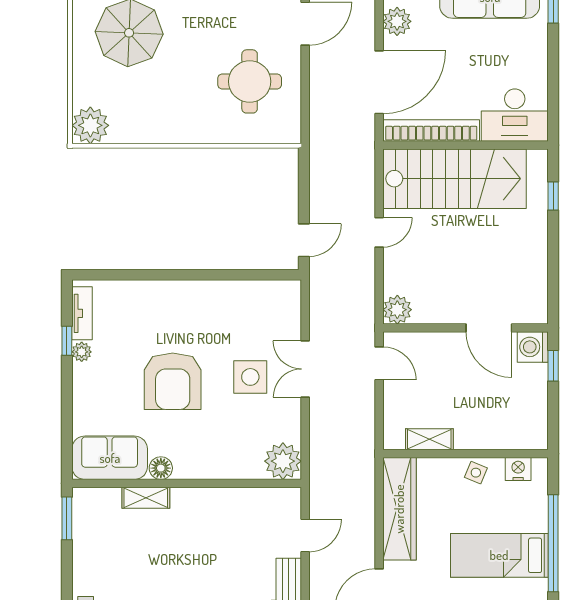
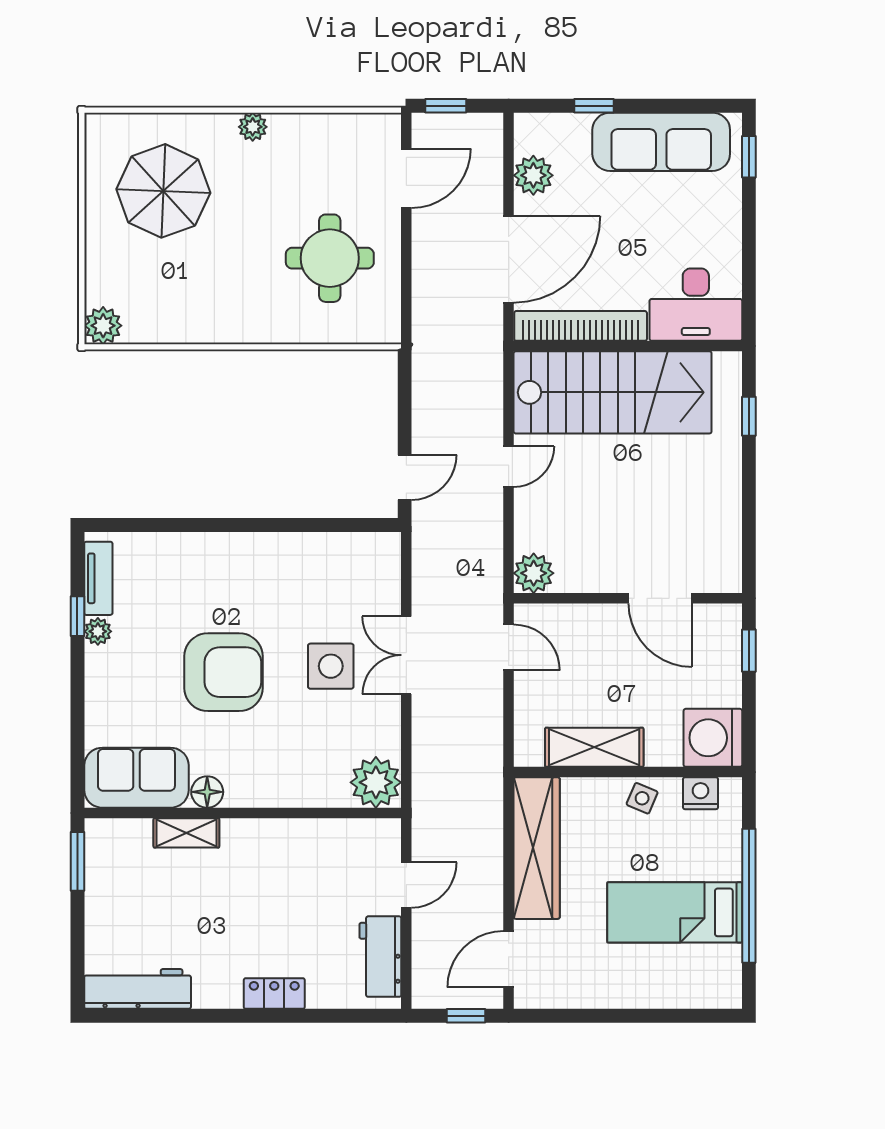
plant: (90, 125) -> (103, 326), width x0.73, depth x0.73
washing machine: (533, 347) -> (713, 738), moved, width x1.37, depth x1.37
armchair: (173, 381) -> (223, 672), turned -90
shelving: (429, 439) -> (594, 747), width x1.50, depth x1.33

